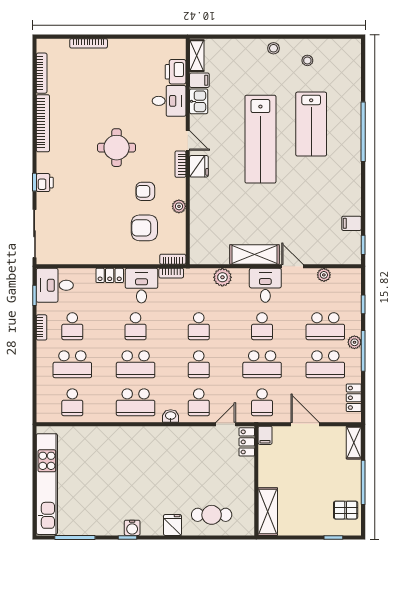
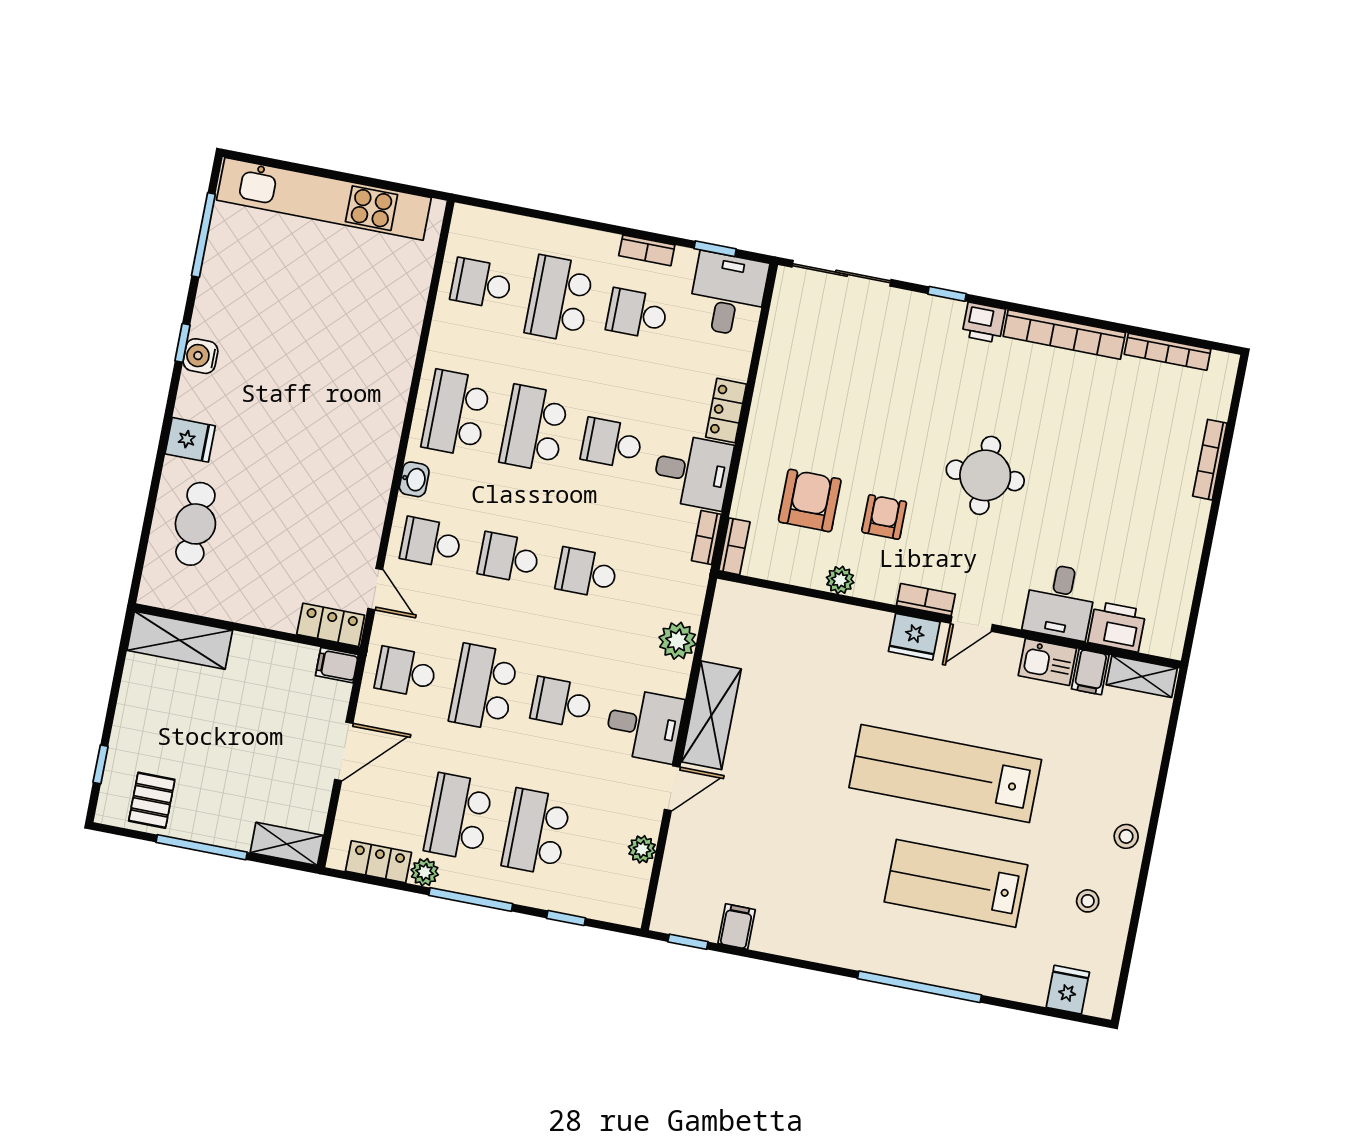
fridge: (351, 62) -> (1068, 990), added
printer: (45, 183) -> (984, 323), moved
plant: (354, 342) -> (425, 872), moved

